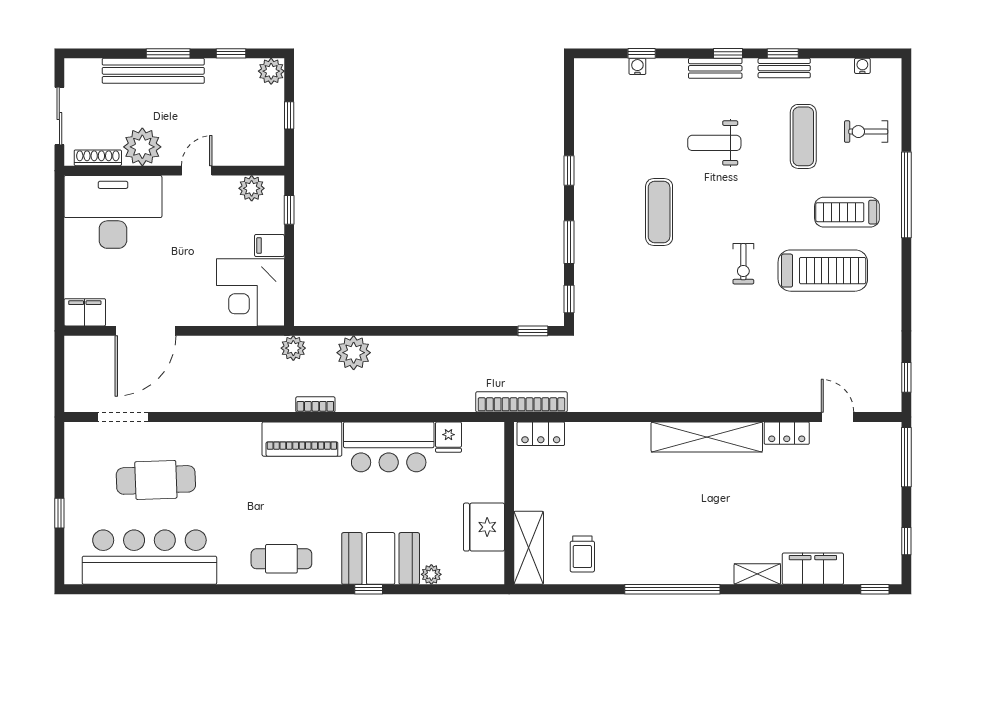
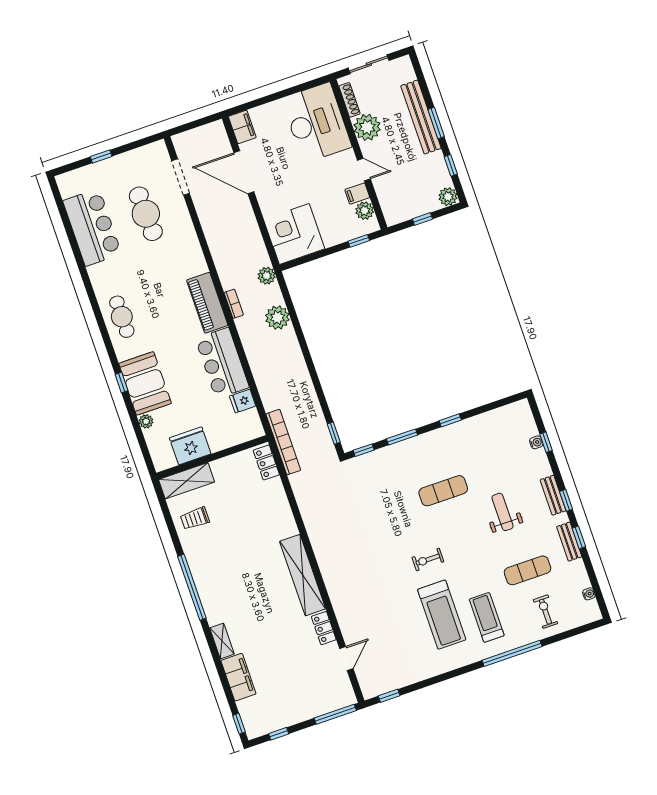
filing cabinet: (269, 245) -> (357, 194), moved, turned -90
bar counter: (149, 557) -> (92, 227), width x0.73

